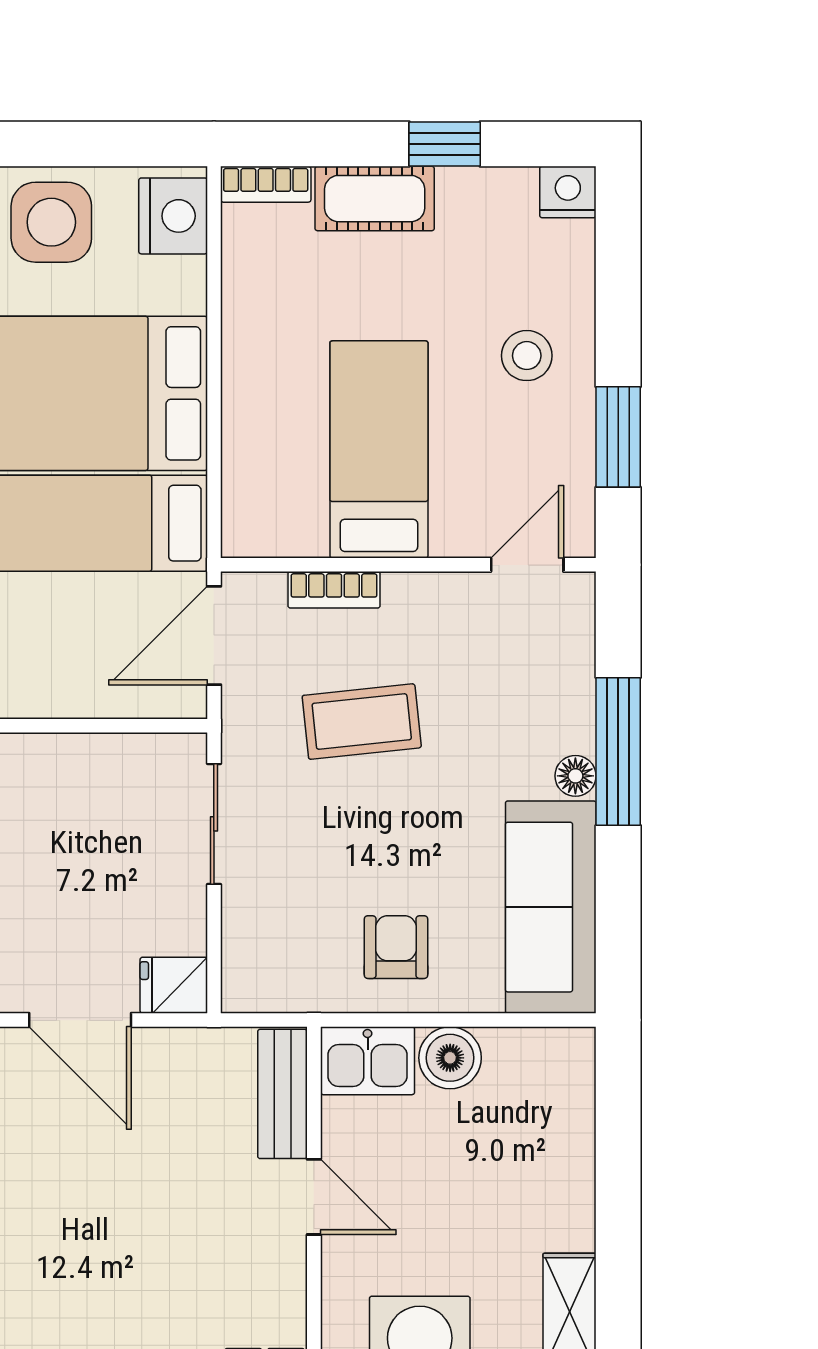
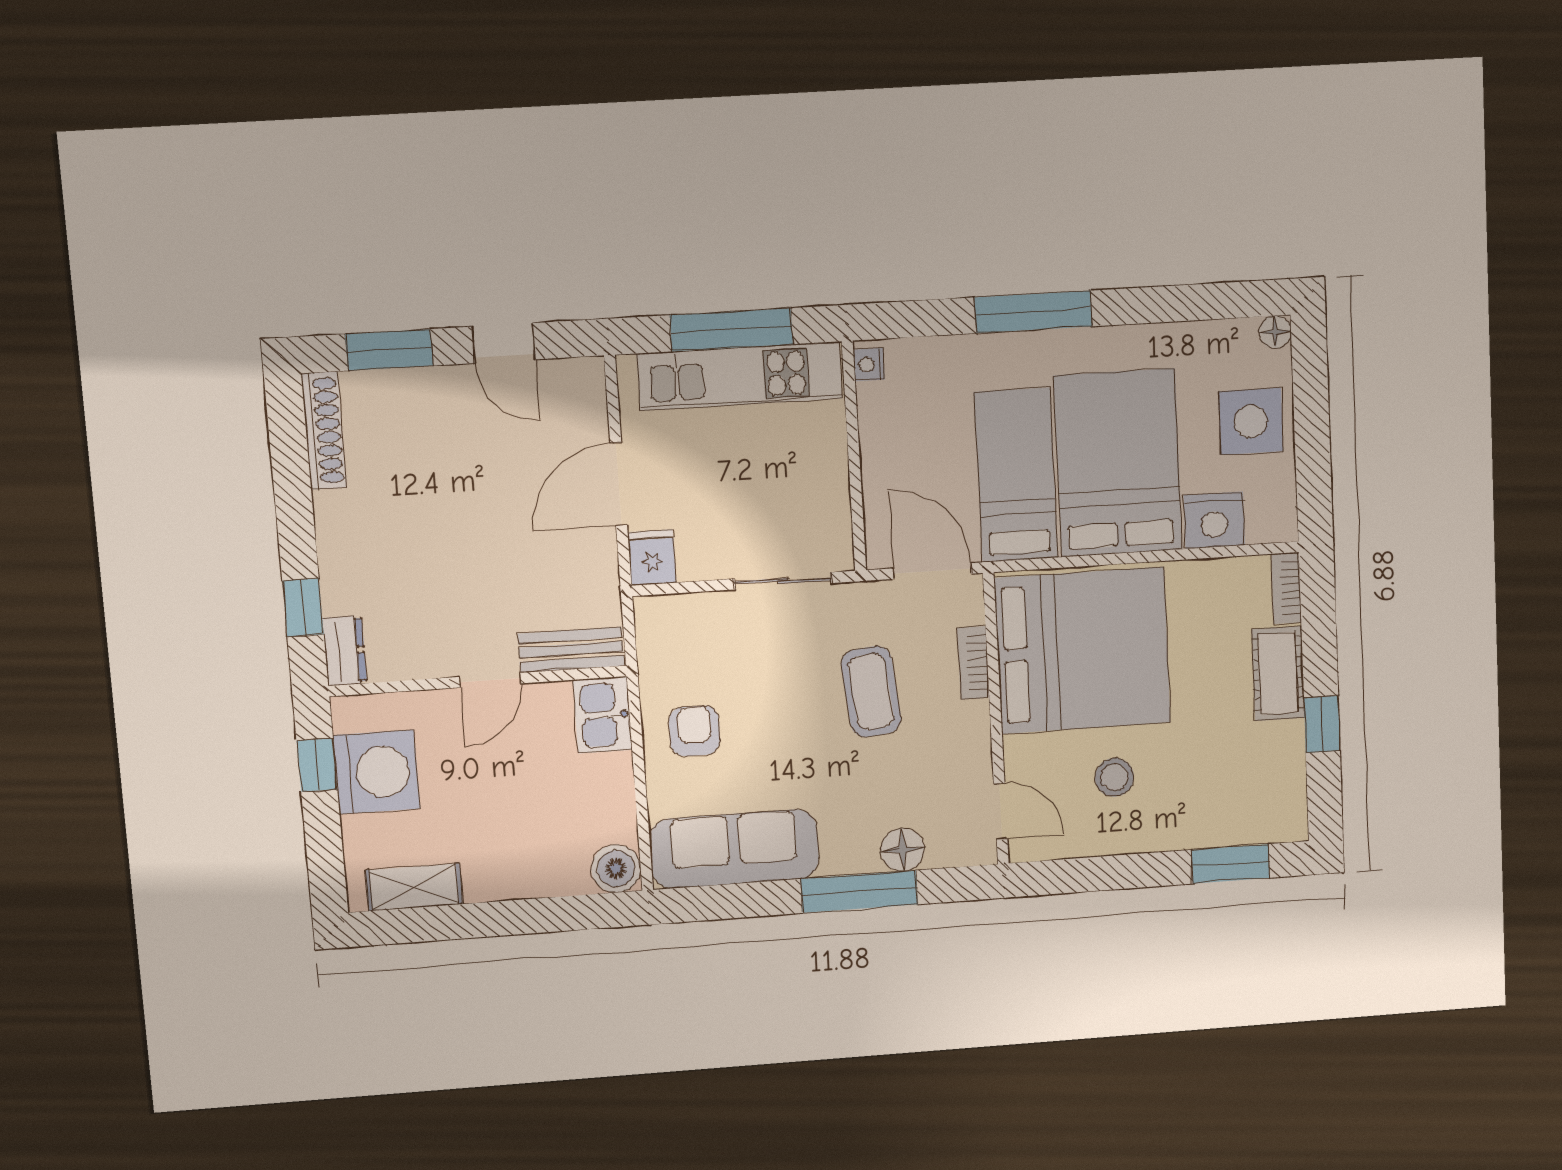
nightstand: (568, 192) -> (1289, 821), removed
nightstand: (173, 216) -> (1214, 520), moved
stool: (527, 356) -> (1114, 777), moved
window: (618, 437) -> (1230, 864), moved
bed: (379, 449) -> (1083, 651), width x2.04
floor lamp: (575, 776) -> (902, 850), moved, width x1.37, depth x1.37
armchair: (396, 947) -> (695, 731), turned -90
boiler: (450, 1058) -> (616, 868), moved

